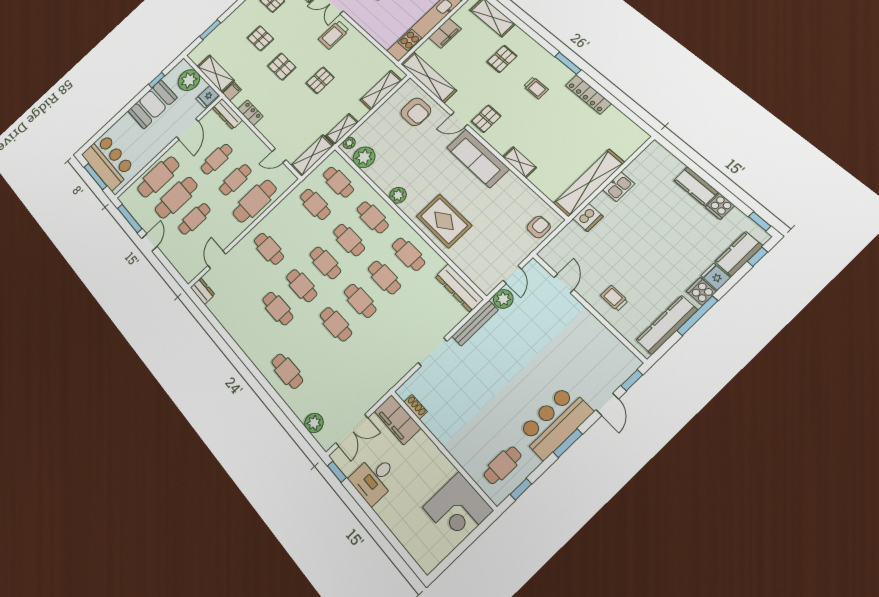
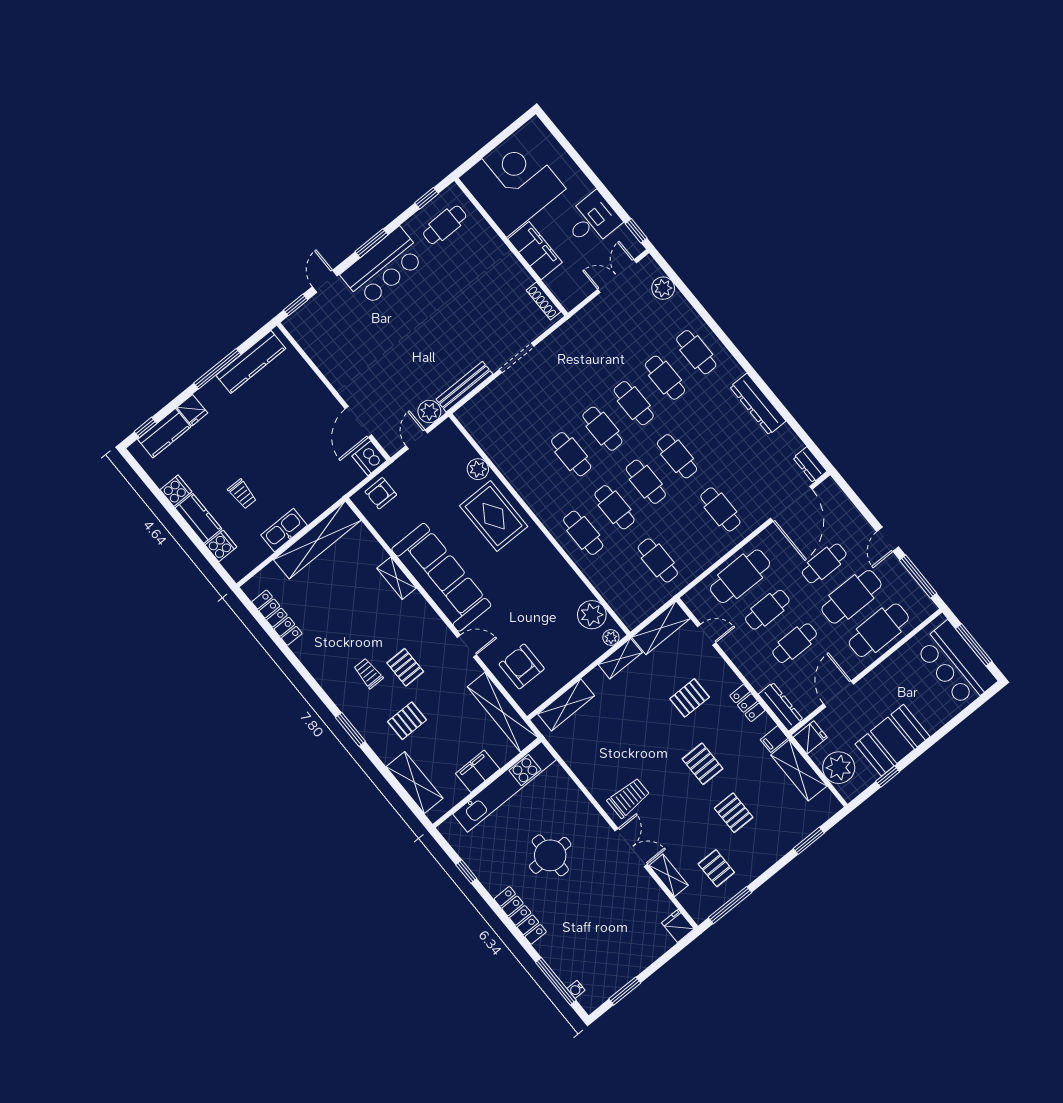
window: (568, 63) -> (350, 729), moved
pallet: (320, 80) -> (690, 698), moved
locker: (588, 94) -> (277, 618), moved
pallet: (486, 119) -> (405, 667), moved, turned 90
sofa: (478, 158) -> (441, 577), width x1.36, depth x1.27
cafe table: (338, 182) -> (627, 586), removed
kitchen sink: (619, 187) -> (284, 530), width x1.38
plant: (398, 195) -> (478, 469), moved
dishwasher: (588, 218) -> (369, 458), moved, turned -90
window: (760, 221) -> (137, 468), removed
cafe table: (408, 254) -> (540, 480), removed
door: (217, 260) -> (791, 504), width x1.87
door: (564, 283) -> (358, 422), width x1.38
dresser: (459, 288) -> (758, 404), moved, turned 180
cooker: (701, 291) -> (221, 546), moved, turned -90
trolley: (614, 298) -> (242, 494), moved
cafe table: (278, 308) -> (665, 378), moved
shoe rack: (416, 407) -> (544, 301), width x1.43
filing cabinet: (398, 420) -> (535, 251), moved
corner desk: (458, 509) -> (512, 183), width x1.36, depth x1.36

